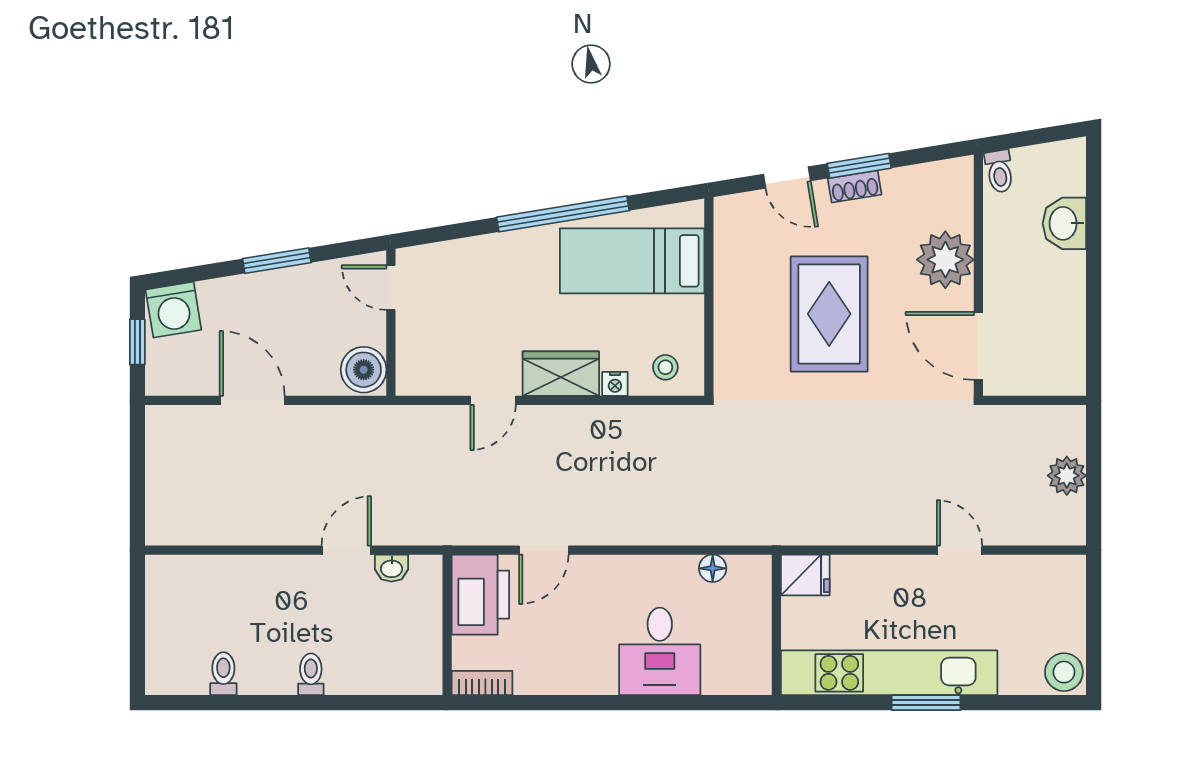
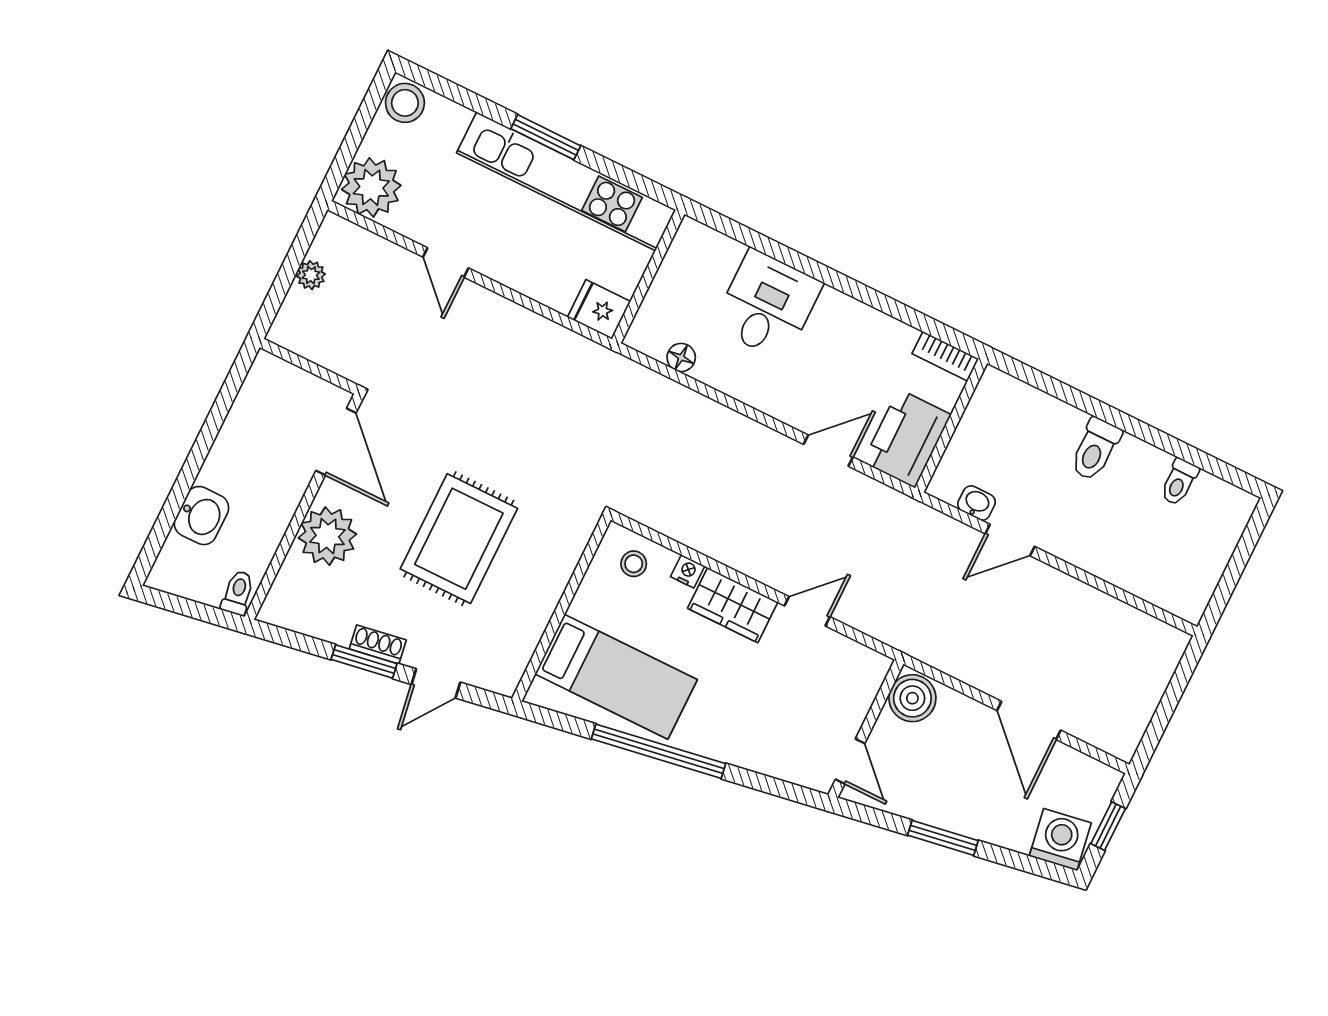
door: (787, 177) -> (436, 683), swing flipped
plant: (1067, 476) -> (311, 275), width x0.73, depth x0.73
plant: (1057, 584) -> (371, 187), added
toilet: (311, 674) -> (1095, 449), width x1.37, depth x1.39

